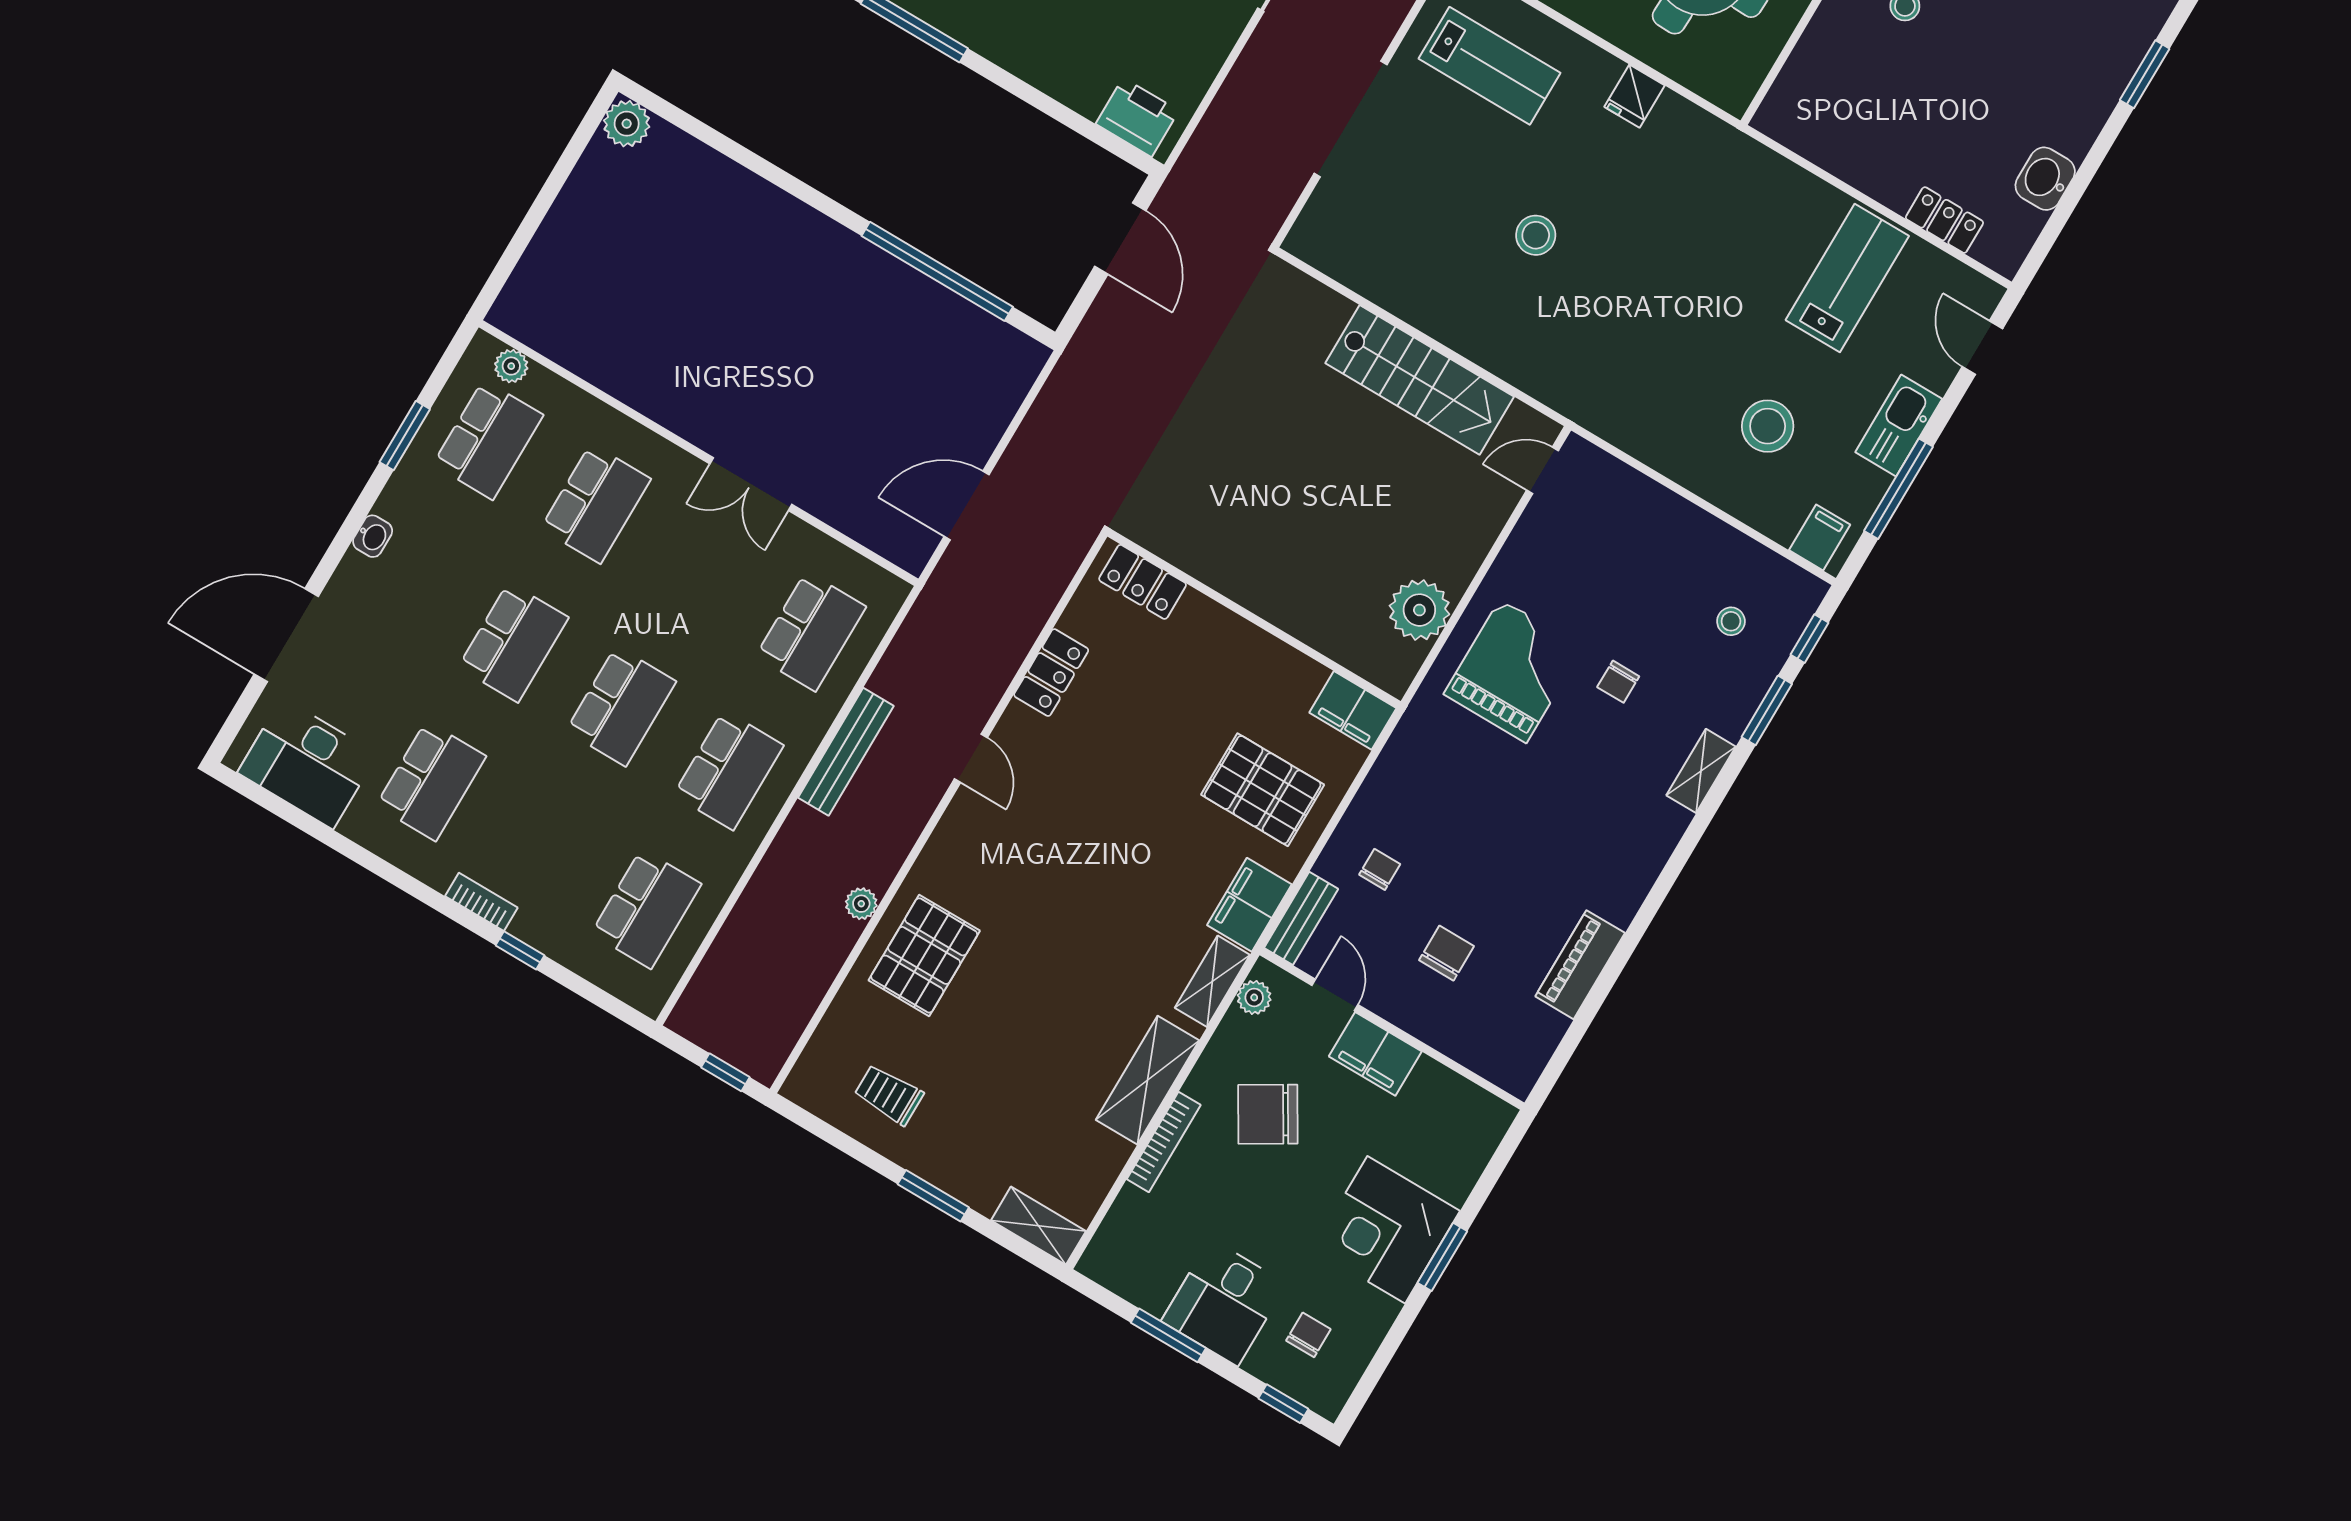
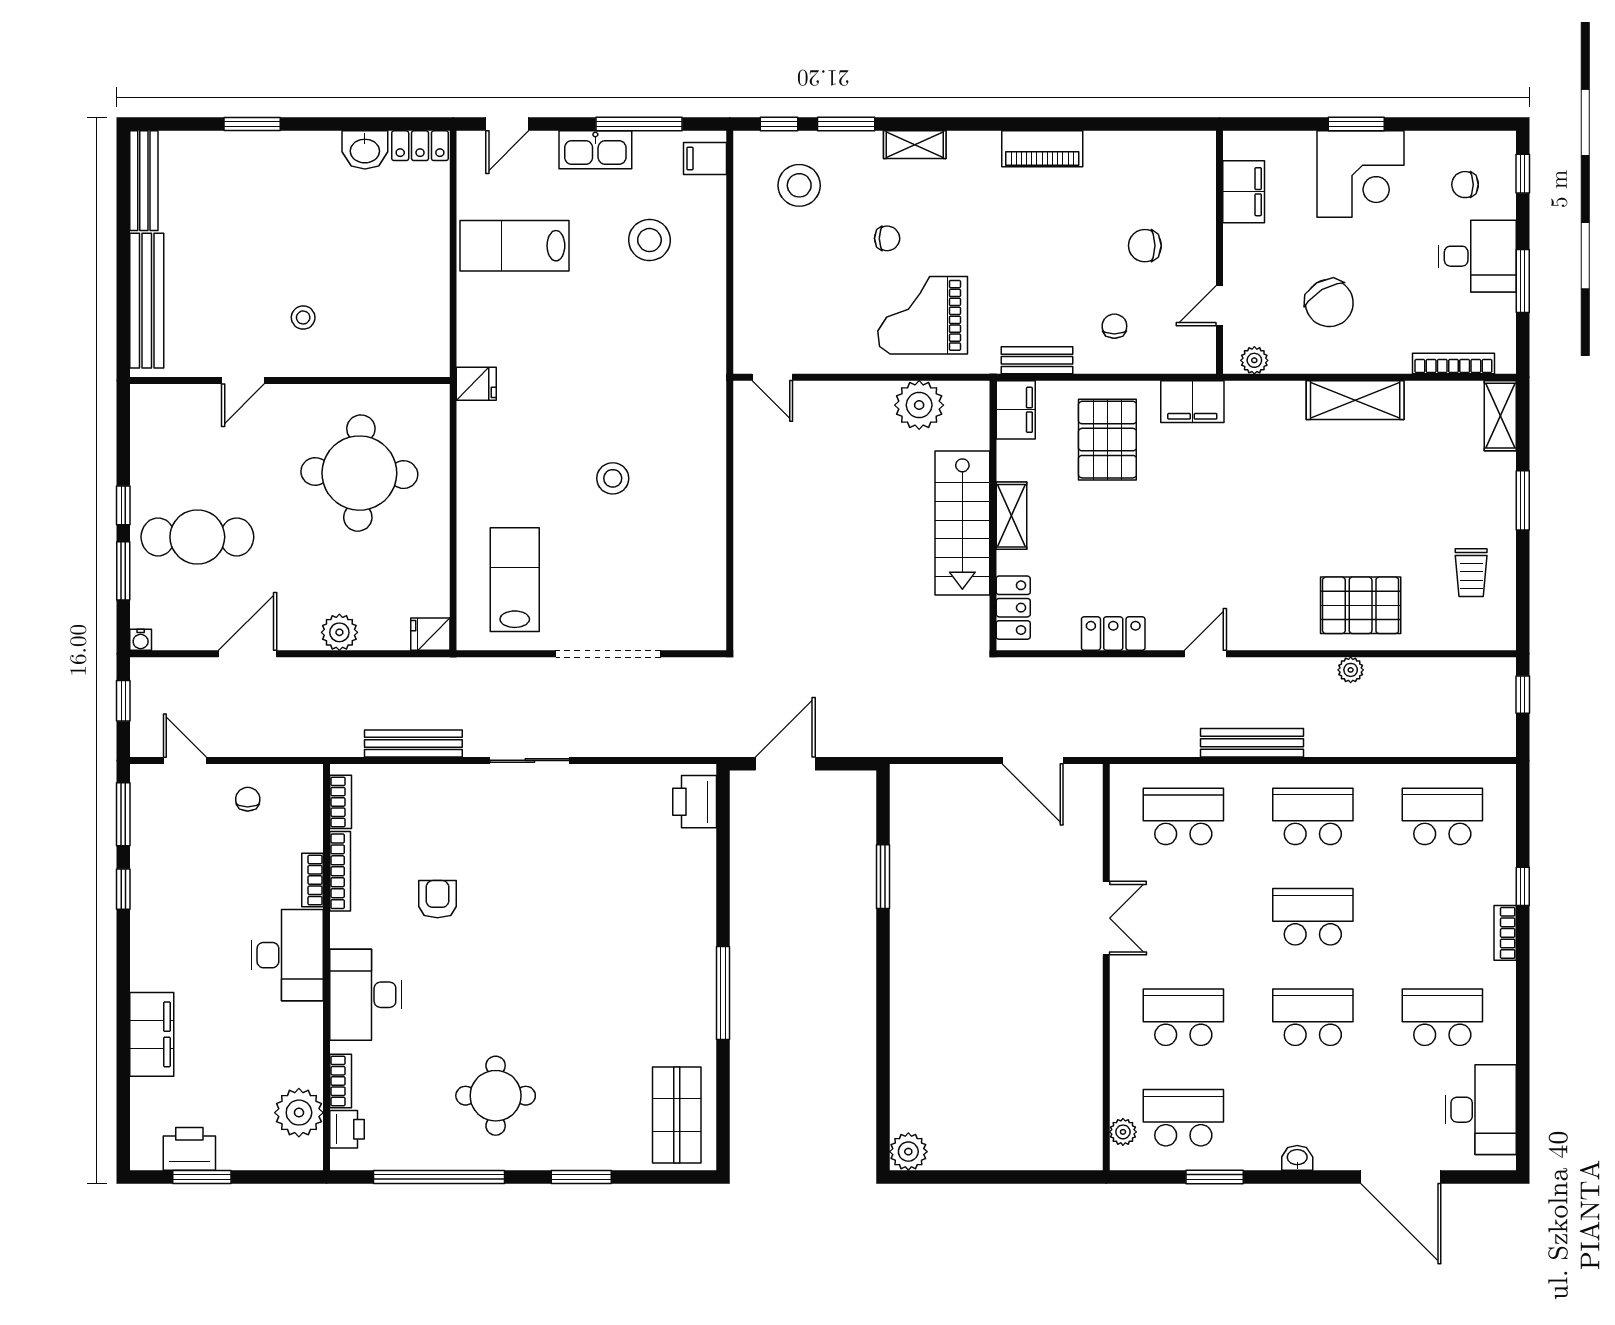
fridge: (1634, 96) -> (476, 384), moved
locker: (1944, 220) -> (420, 146), moved, turned -90
window: (937, 271) -> (883, 877), width x0.47
stairs: (1420, 380) -> (962, 523), moved, turned 180
stool: (1731, 621) -> (799, 185), width x1.89, depth x1.89
chair: (1380, 869) -> (1114, 326), turned 90
bench: (1301, 918) -> (1037, 360), moved
piano: (1580, 965) -> (1042, 149), moved
shelving: (1212, 981) -> (1011, 516), moved, turned 90
filing cabinet: (1375, 1054) -> (1244, 192), moved
bookcase: (1164, 1142) -> (1453, 363), moved

